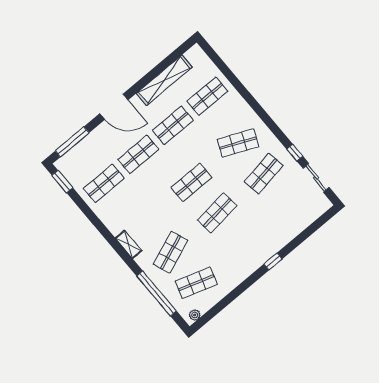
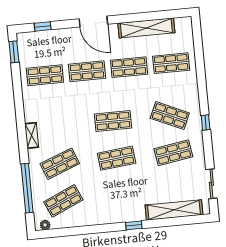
window: (72, 142) -> (43, 26), width x0.46
window: (295, 153) -> (206, 122), moved
shelving: (299, 223) -> (174, 210), added
shop shelf: (196, 283) -> (63, 201), turned -42

